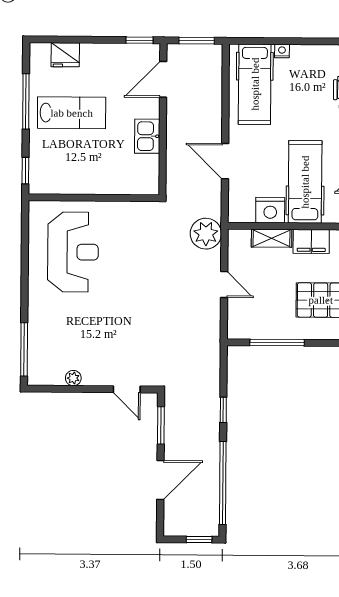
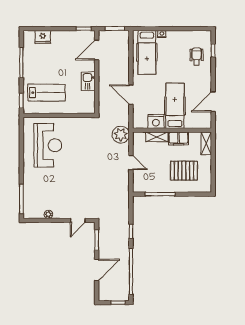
lab bench: (72, 113) -> (47, 93), moved
door: (127, 389) -> (78, 220), hinge flipped

